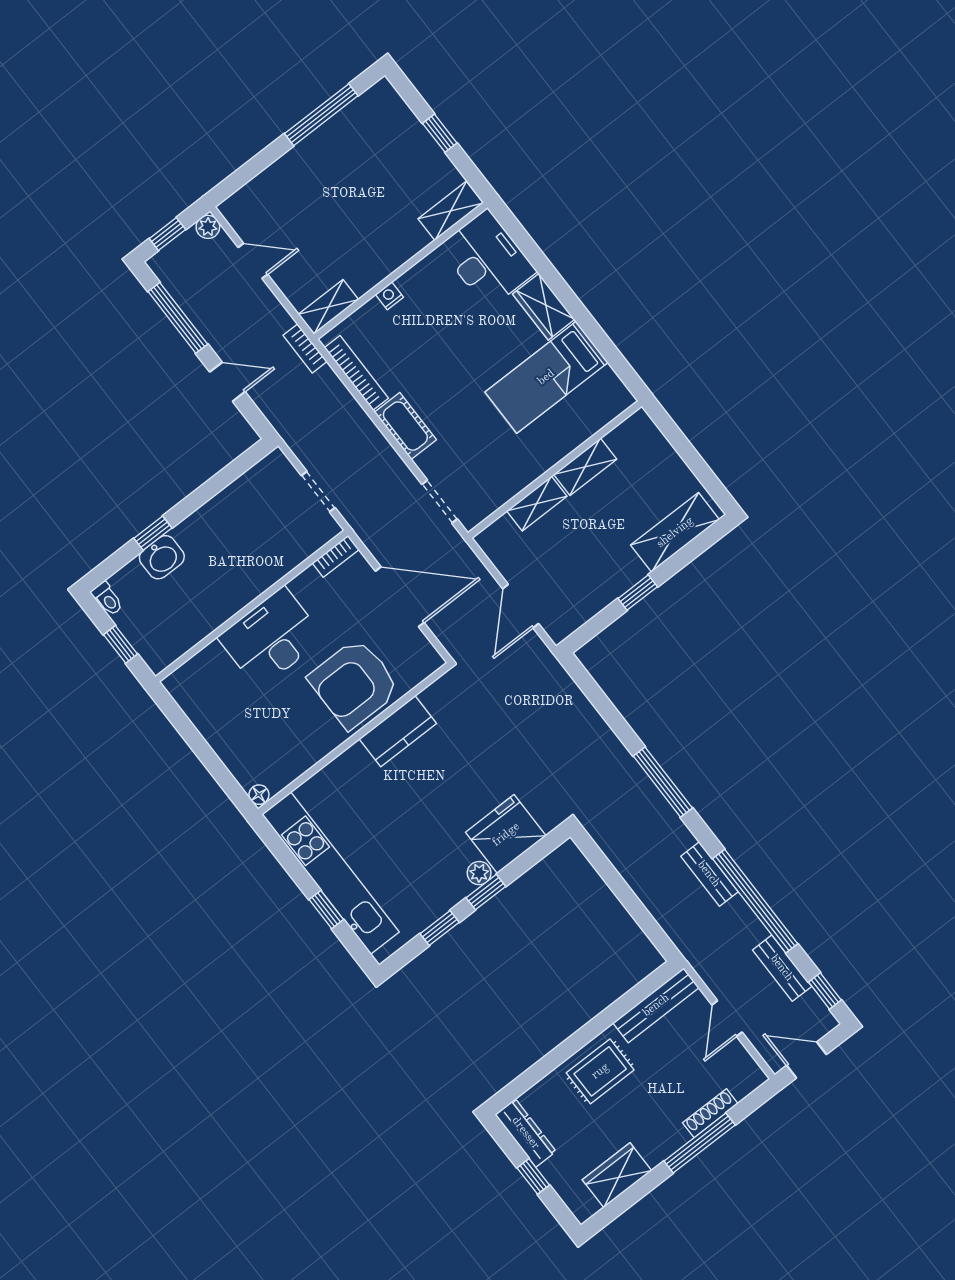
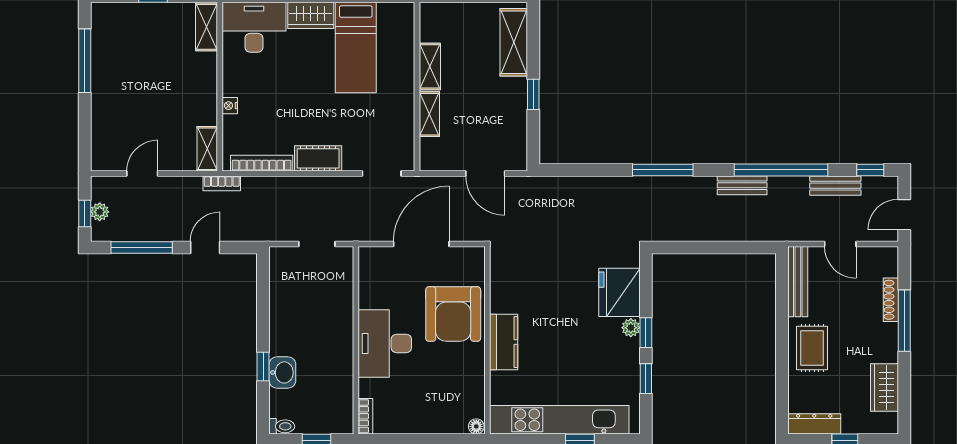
plant: (208, 227) -> (100, 212), moved
bookcase: (336, 556) -> (365, 416), moved
kitchen counter: (398, 731) -> (504, 342), moved

